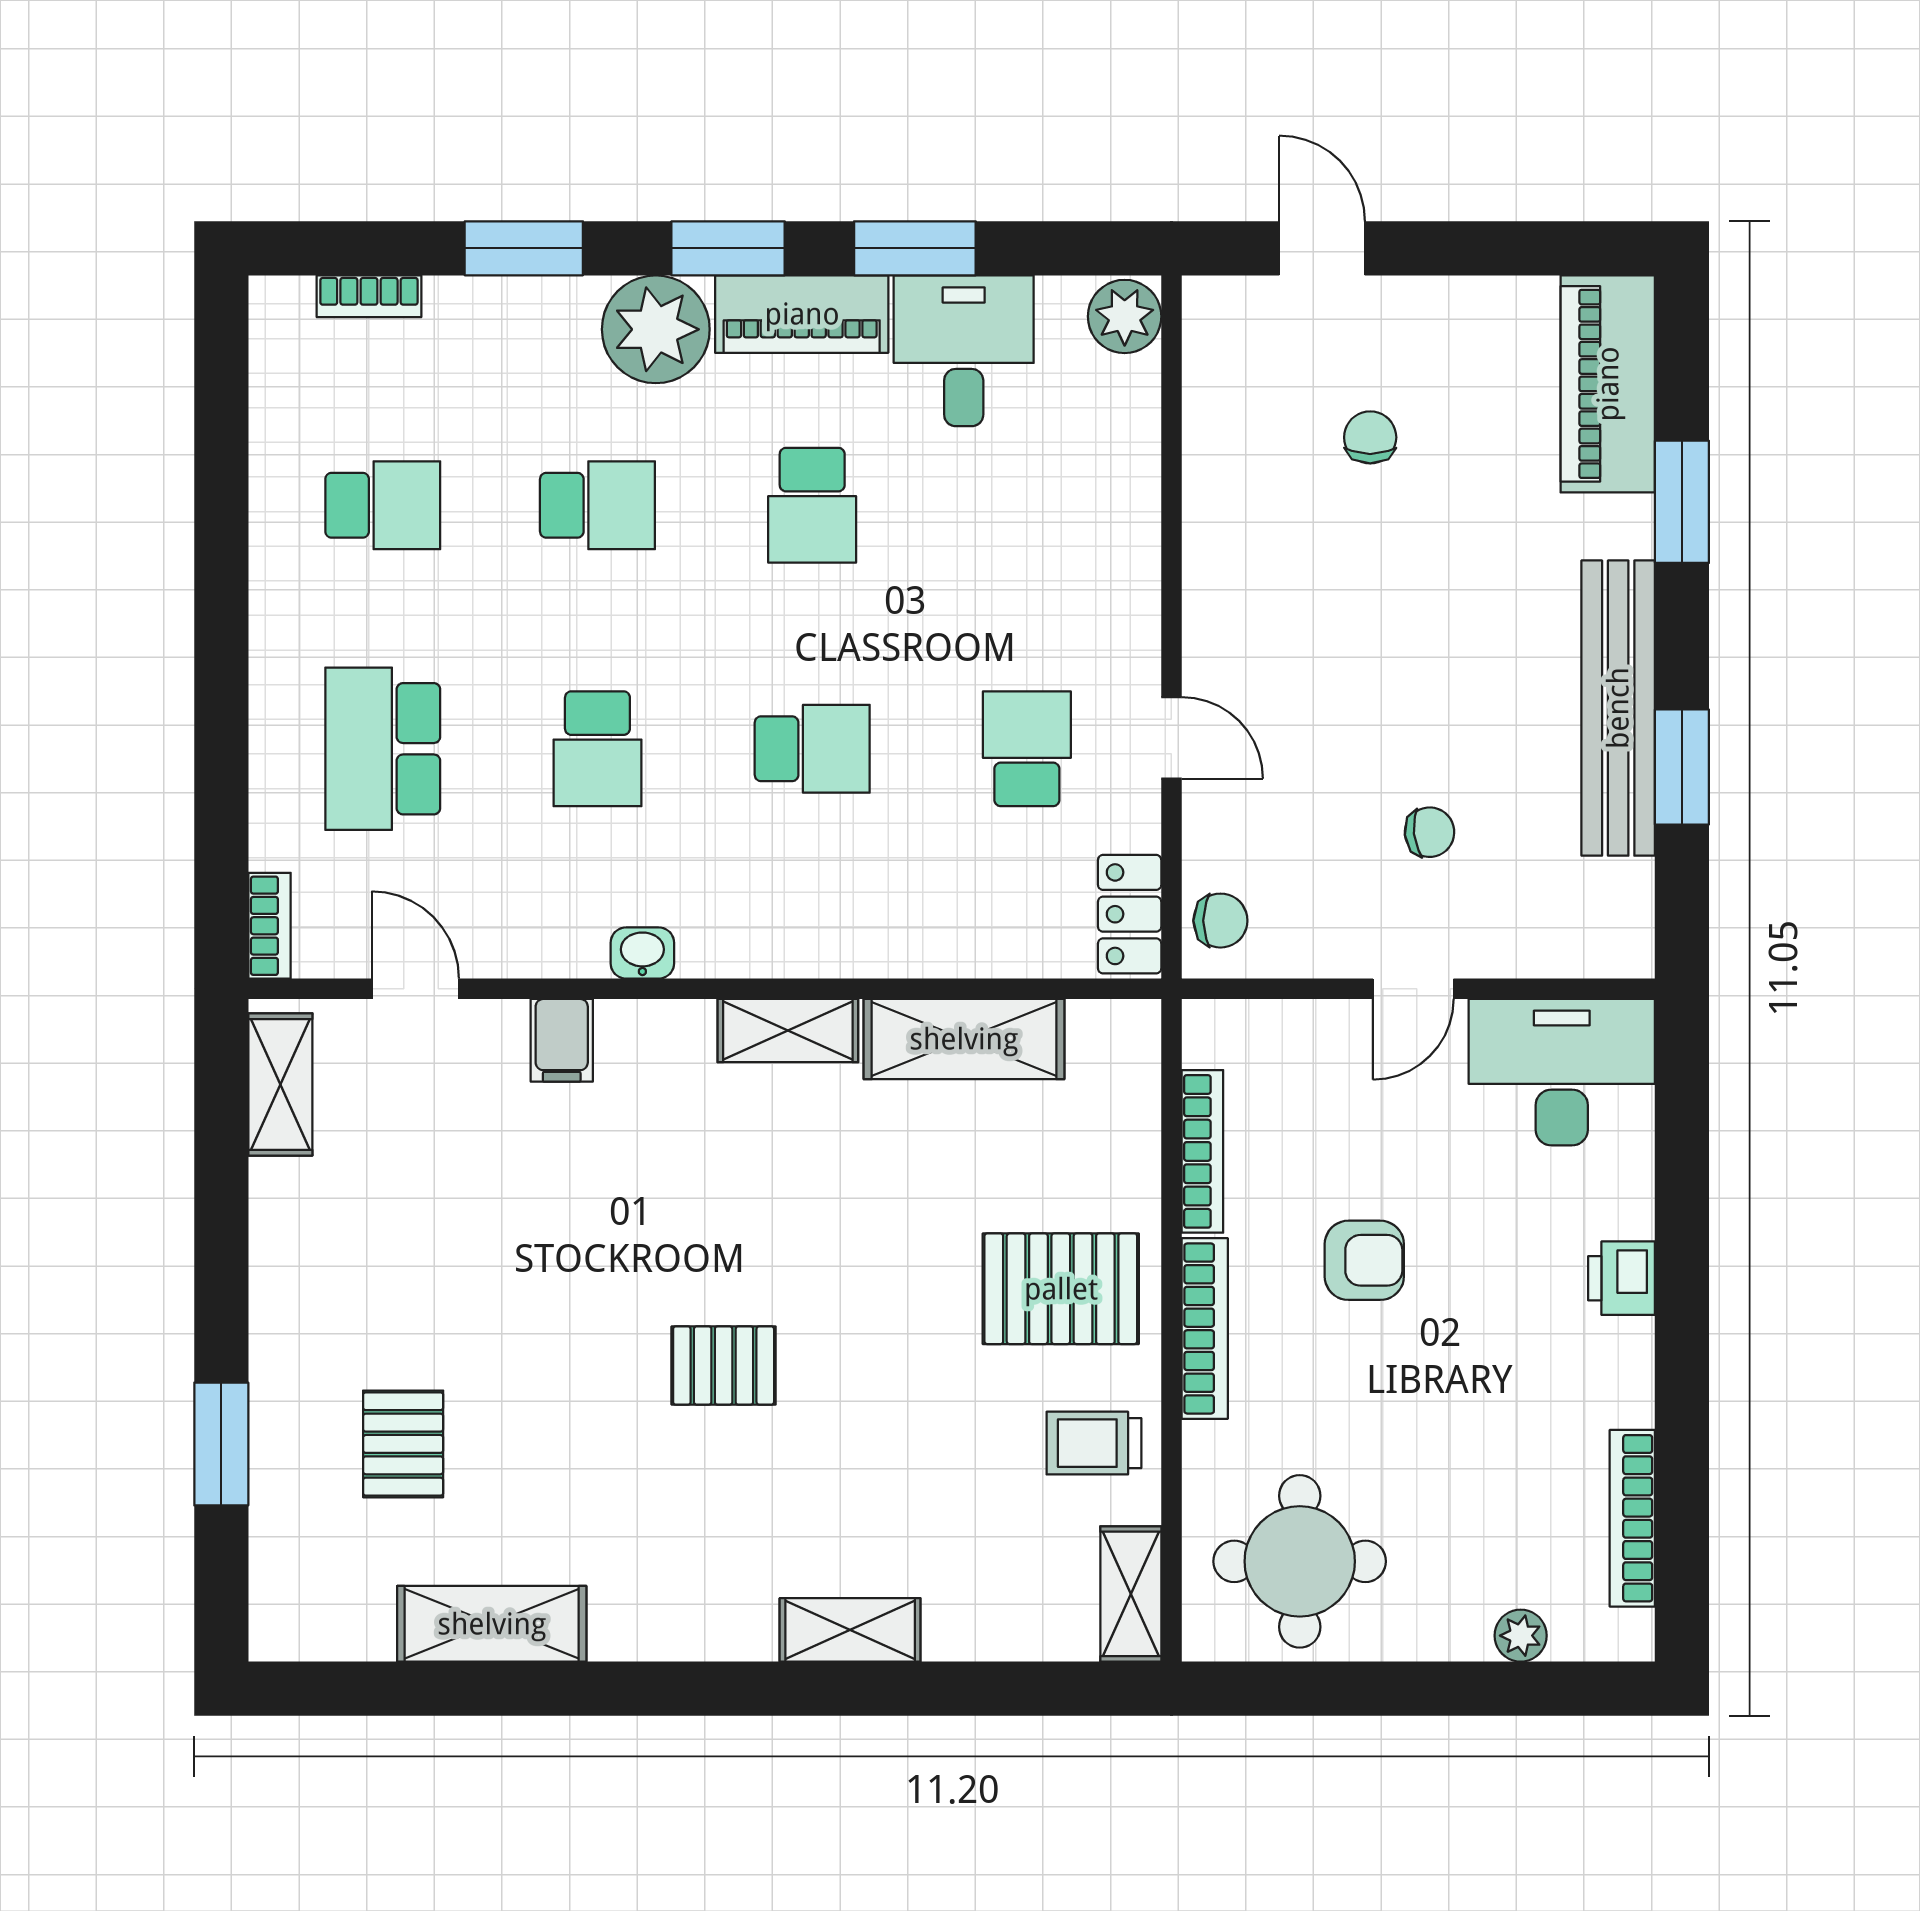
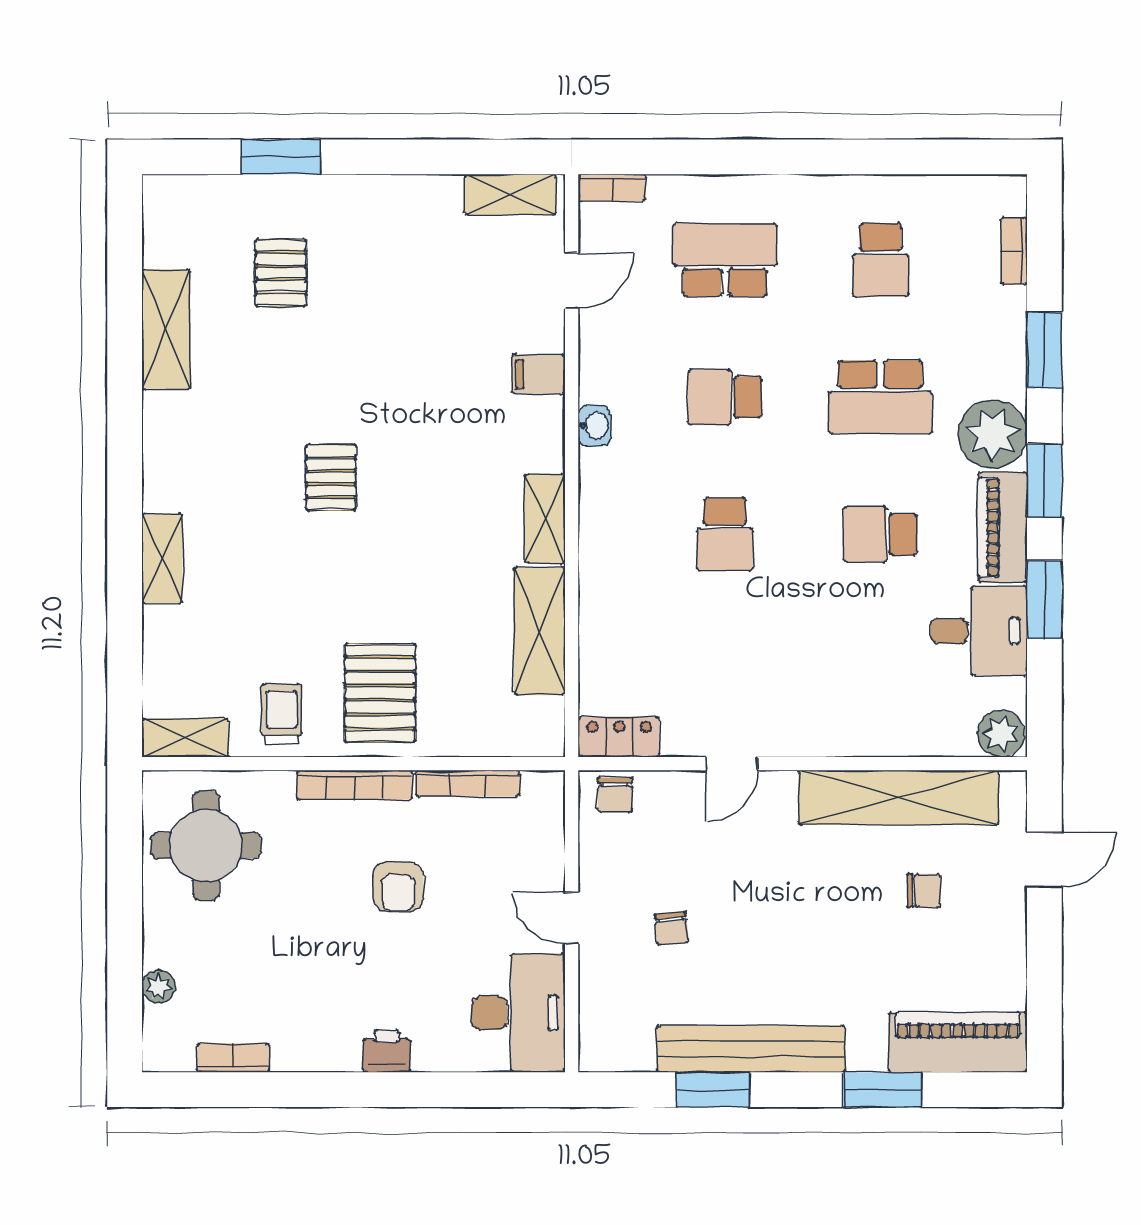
shelving: (1224, 477) -> (898, 797), added
school desk: (597, 505) -> (880, 397), width x1.85
school desk: (1027, 749) -> (725, 671), removed
pallet: (403, 1444) -> (281, 273), turned 90
bookcase: (1632, 1518) -> (233, 1058), width x0.64

